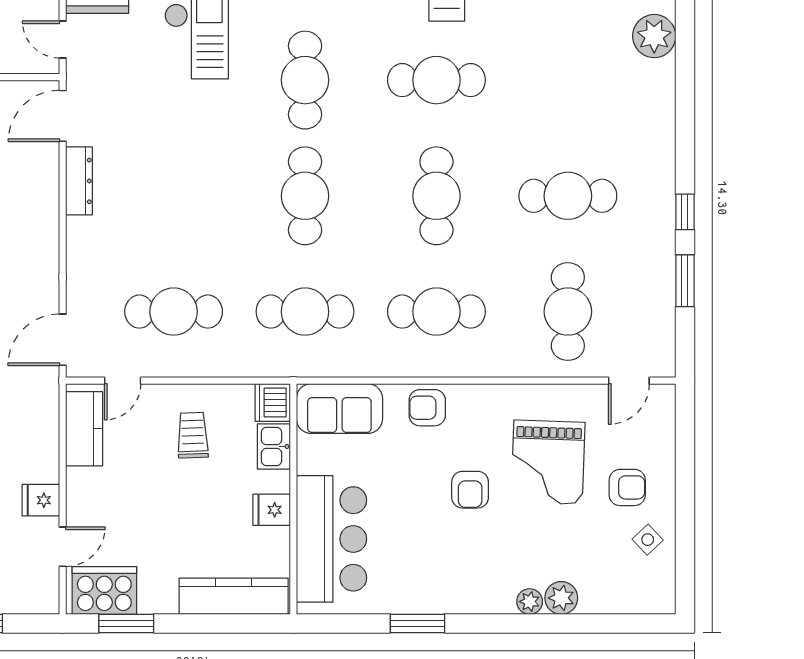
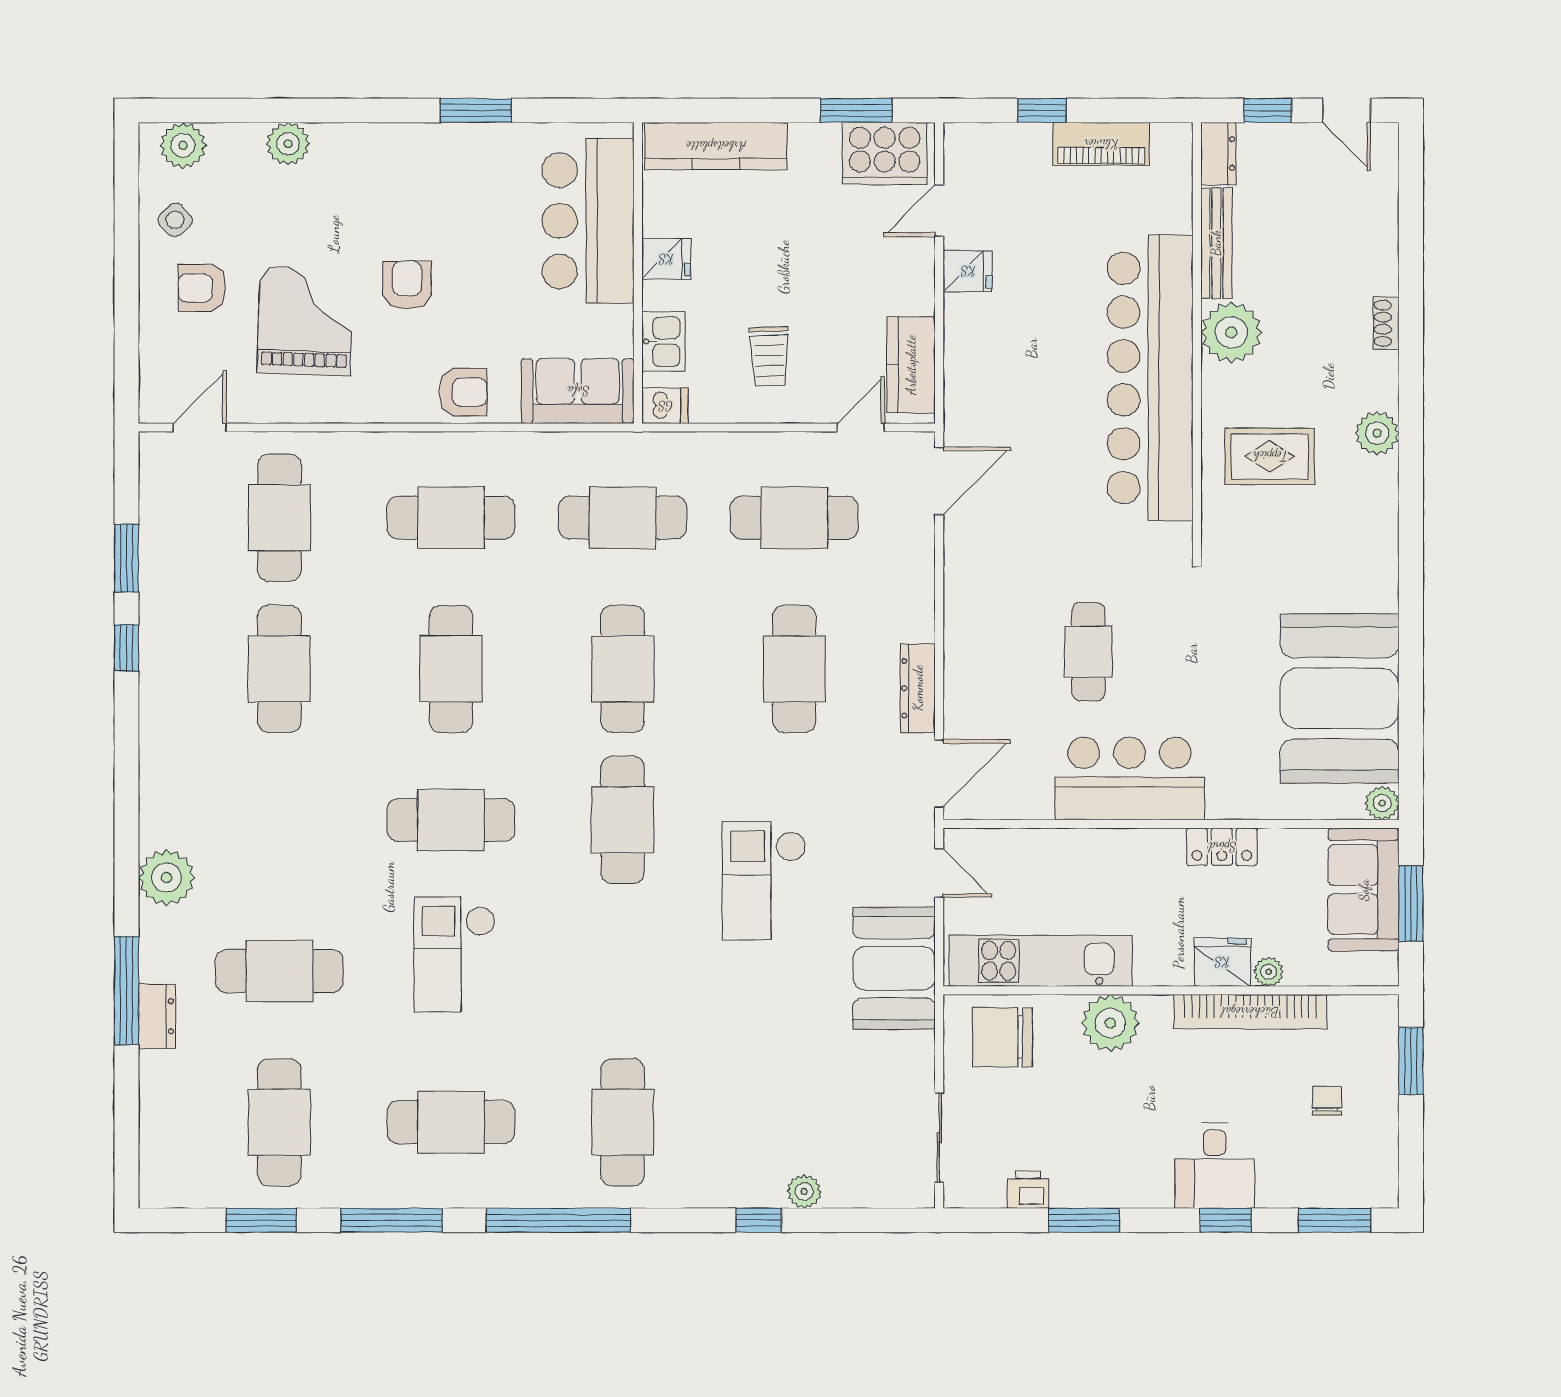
cafe table: (174, 196) -> (794, 669), added
cafe table: (568, 196) -> (279, 669), turned 90
dishwasher: (273, 402) -> (665, 406), width x0.73
plant: (530, 602) -> (183, 145), moved, width x1.38, depth x1.38

